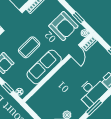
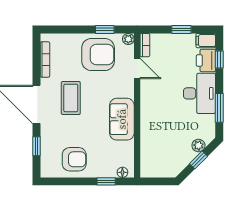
coffee table: (29, 47) -> (71, 98), moved
sofa: (44, 67) -> (122, 119), width x0.73

